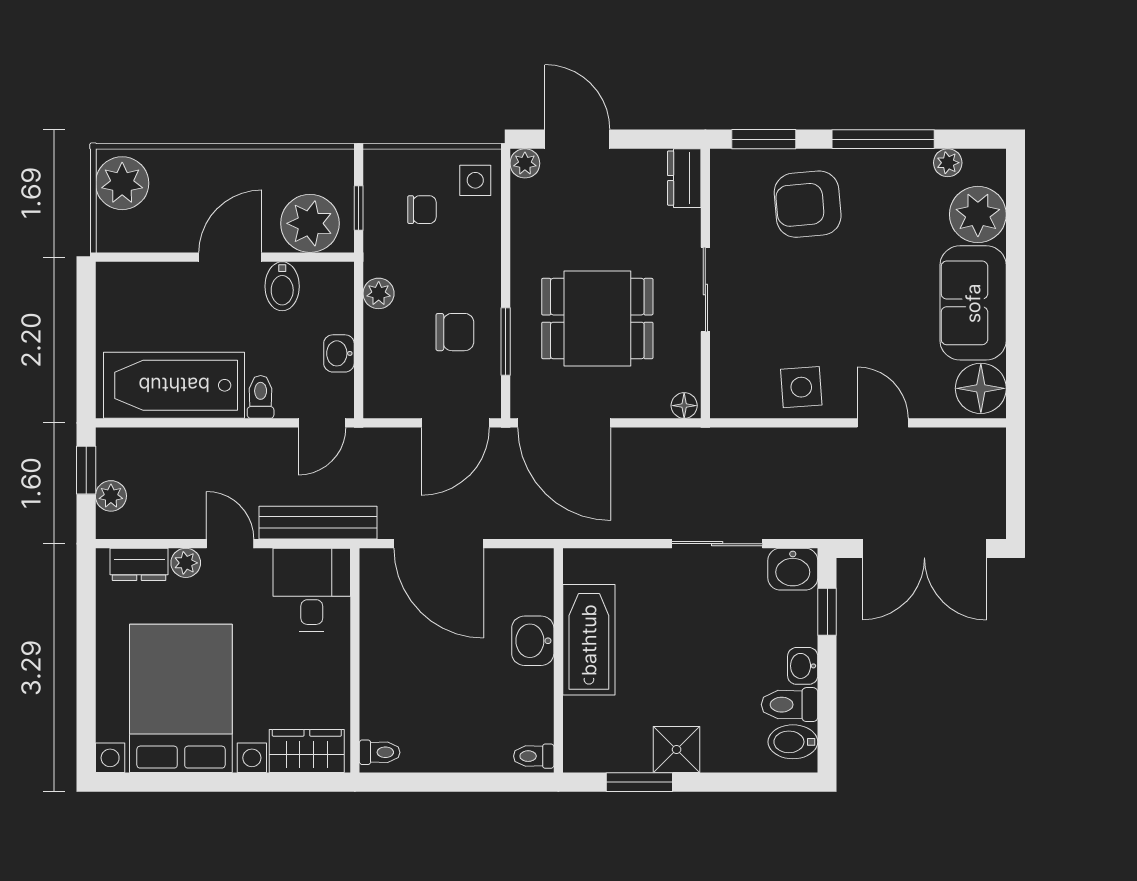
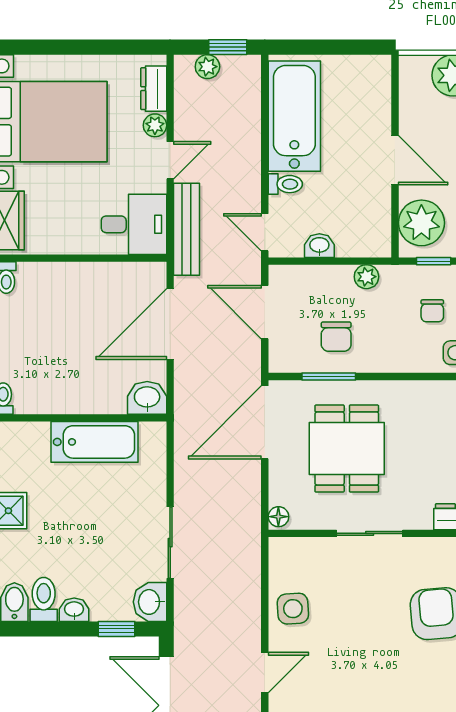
bidet: (282, 286) -> (372, 201), removed
door: (455, 423) -> (265, 312), moved
washbasin: (533, 641) -> (147, 398), moved

